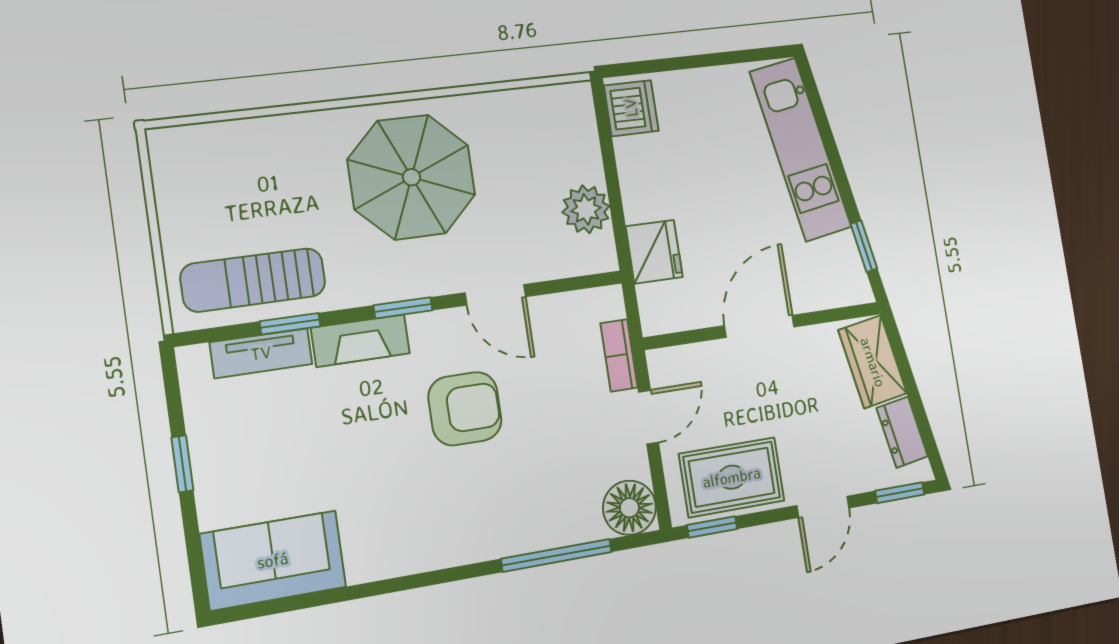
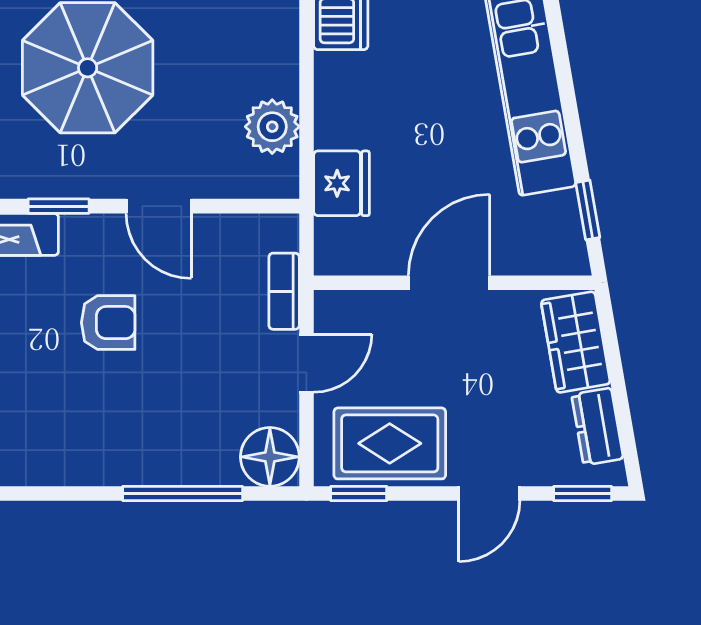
armchair: (465, 409) -> (108, 323), width x0.72, depth x0.72

